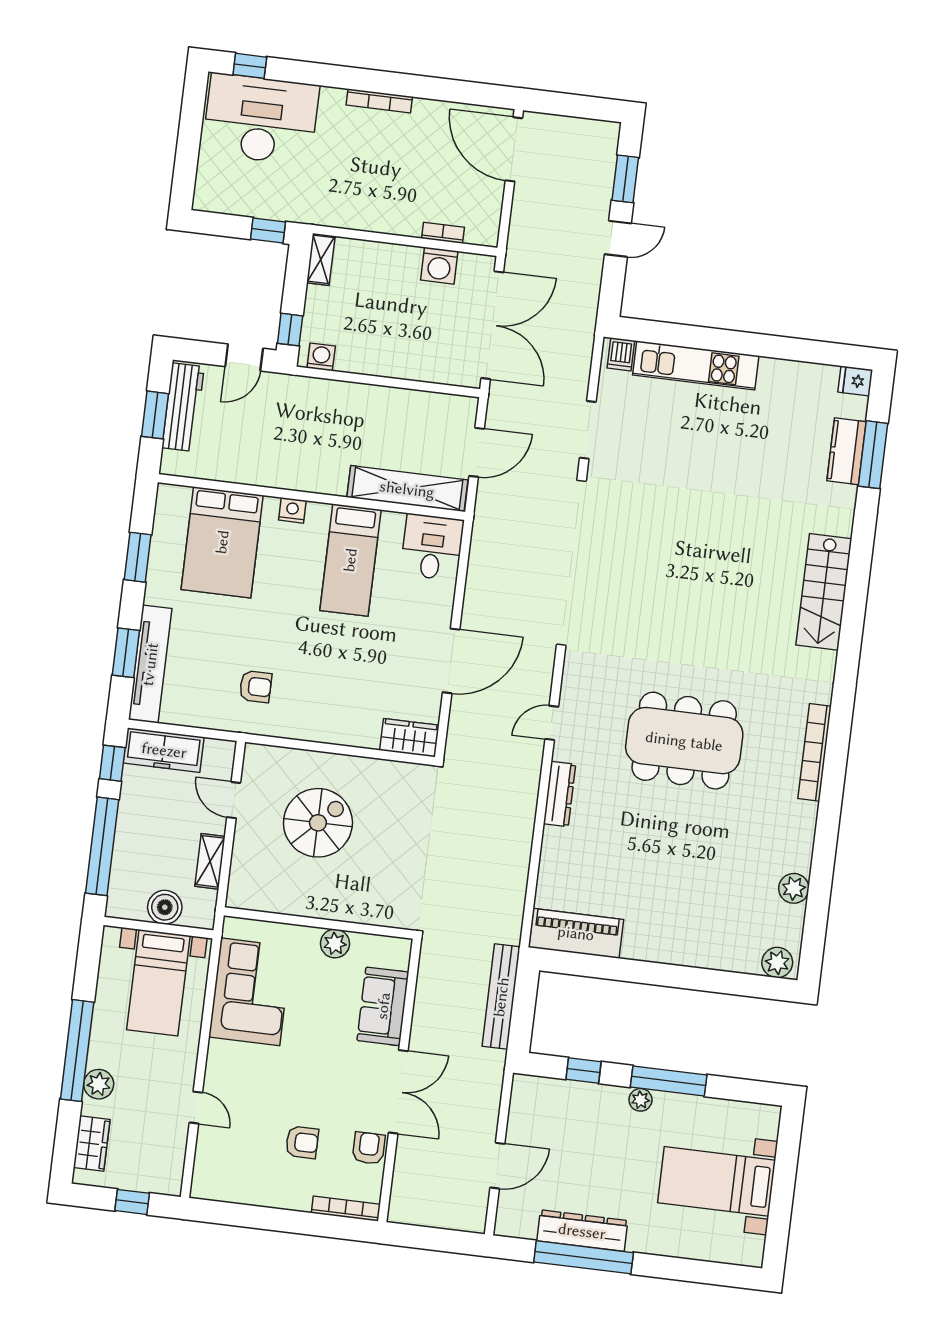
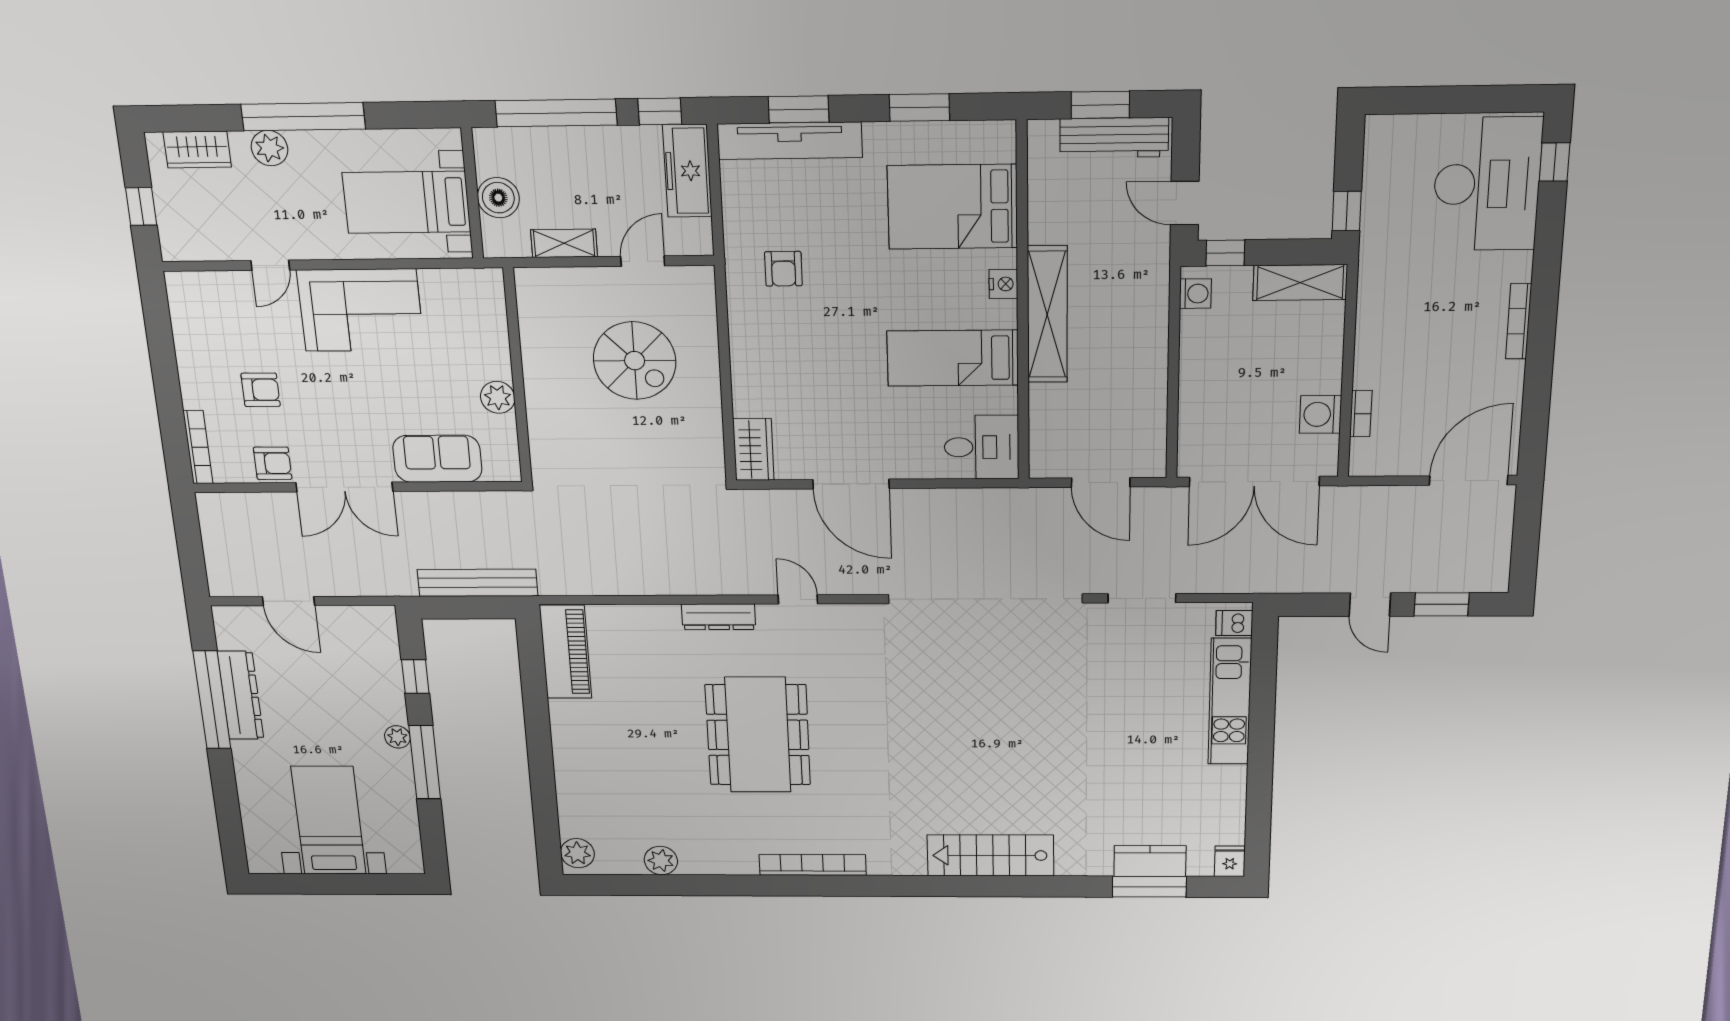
shelving: (321, 259) -> (1300, 283), width x1.50, depth x1.33
shelving: (407, 489) -> (1047, 315), moved
dining table: (684, 741) -> (758, 735), moved
corner sofa: (250, 992) -> (361, 310), moved
armchair: (302, 1142) -> (261, 390), turned -90

